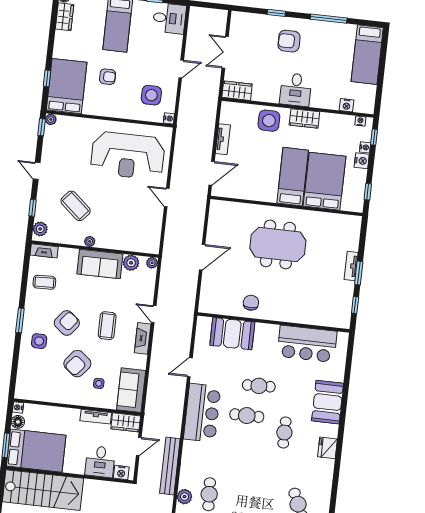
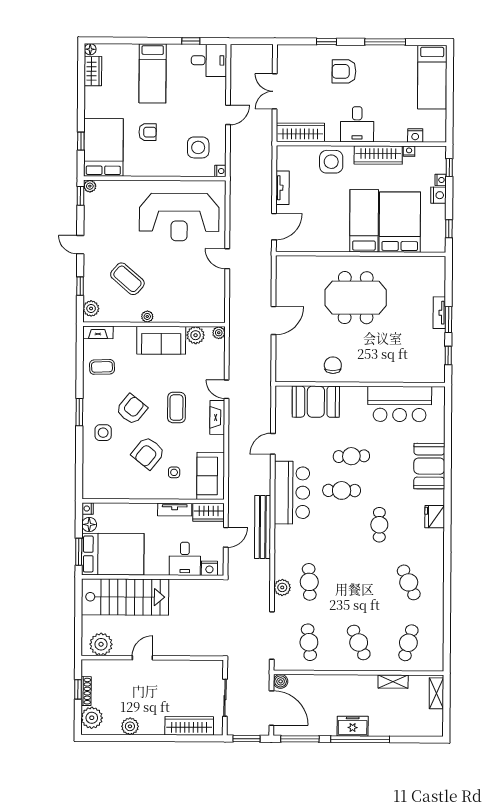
wardrobe: (237, 91) -> (300, 132), width x1.50
wardrobe: (304, 118) -> (378, 155), width x1.50
nightstand: (360, 121) -> (409, 151), moved
cafe table: (284, 433) -> (379, 525), moved
bench: (170, 466) -> (263, 527), moved

